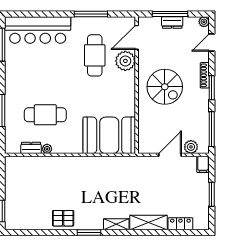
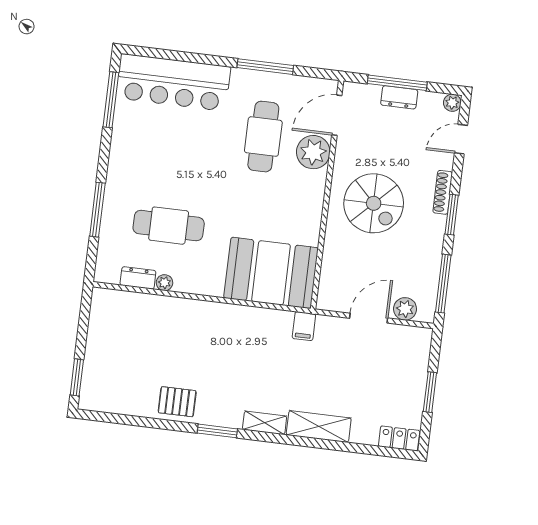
filing cabinet: (203, 164) -> (304, 326), moved
locker: (180, 224) -> (399, 438), moved

